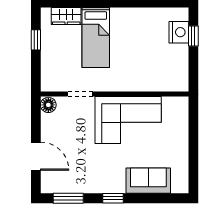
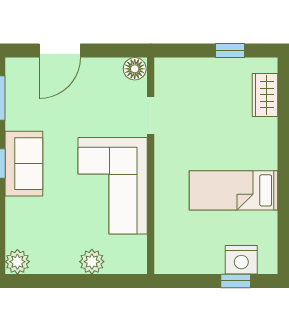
bed: (96, 37) -> (233, 190), moved
plant: (180, 134) -> (92, 262), added
sofa: (148, 181) -> (24, 164), moved
plant: (180, 185) -> (17, 262), added

